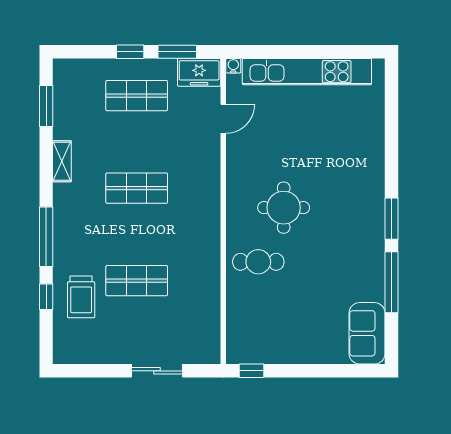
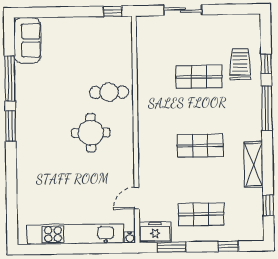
window: (130, 52) -> (228, 246), moved
window: (46, 106) -> (268, 205), width x0.67
shelving: (62, 161) -> (254, 165), width x1.50, depth x1.33

